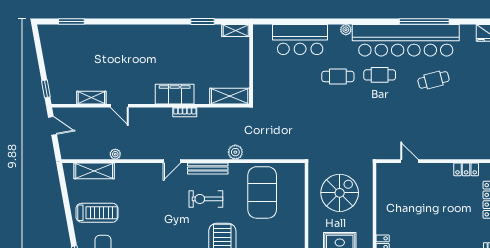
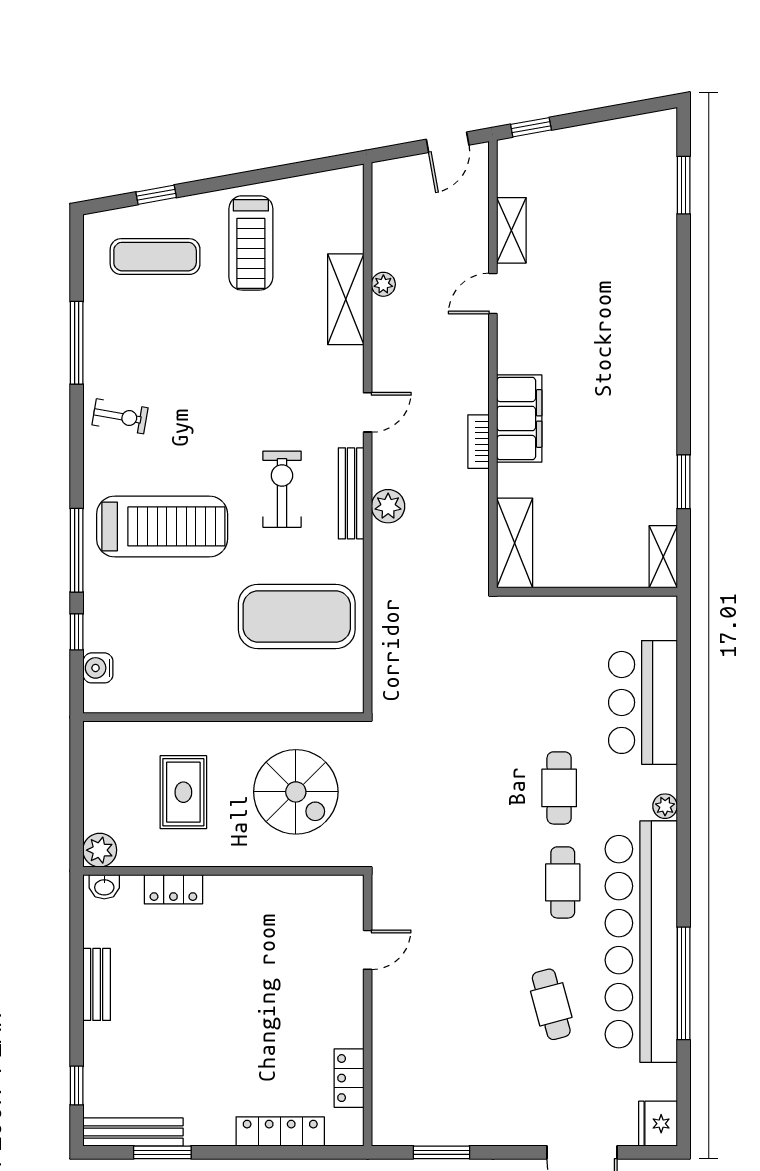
plant: (235, 152) -> (388, 506), moved
door: (172, 161) -> (368, 412), swing flipped
shelving: (94, 171) -> (346, 299), moved

